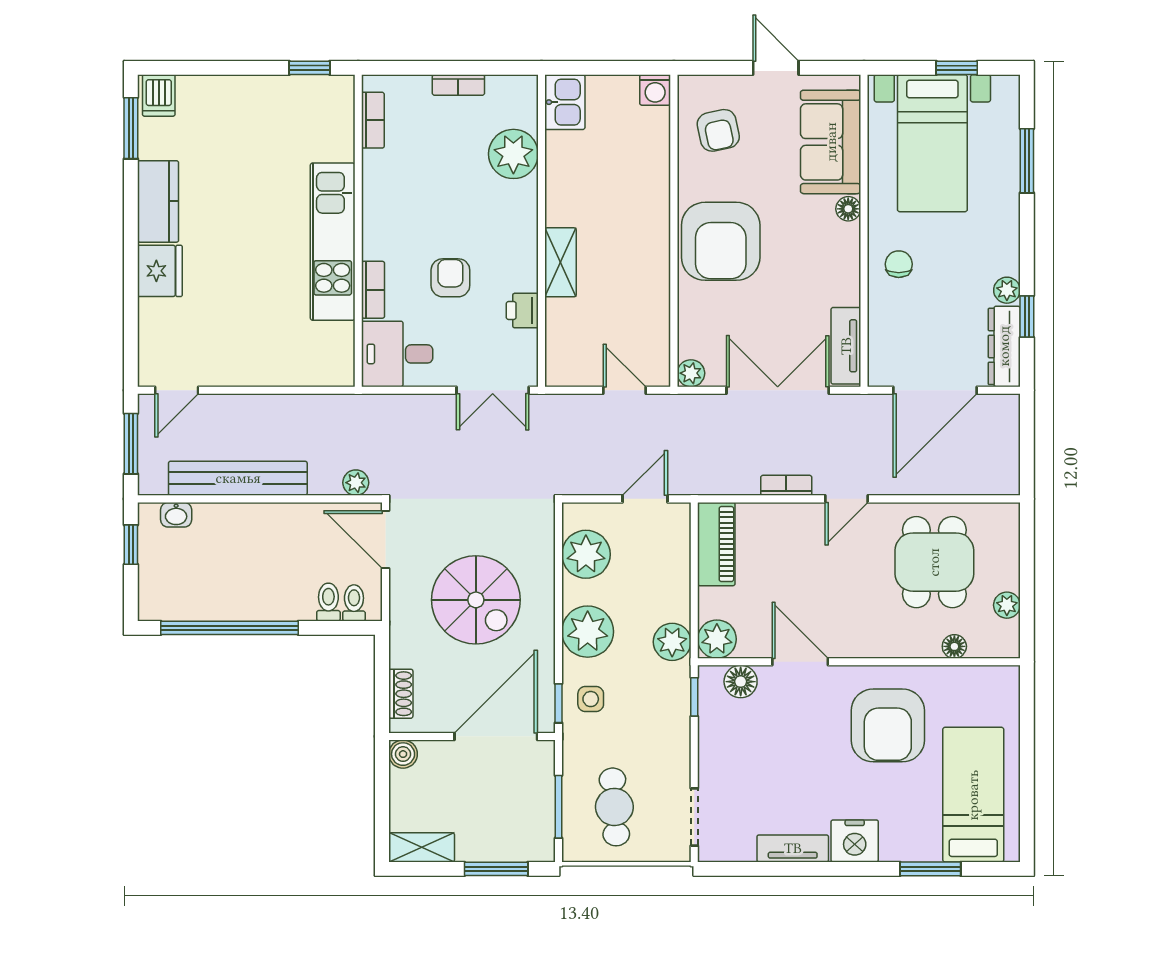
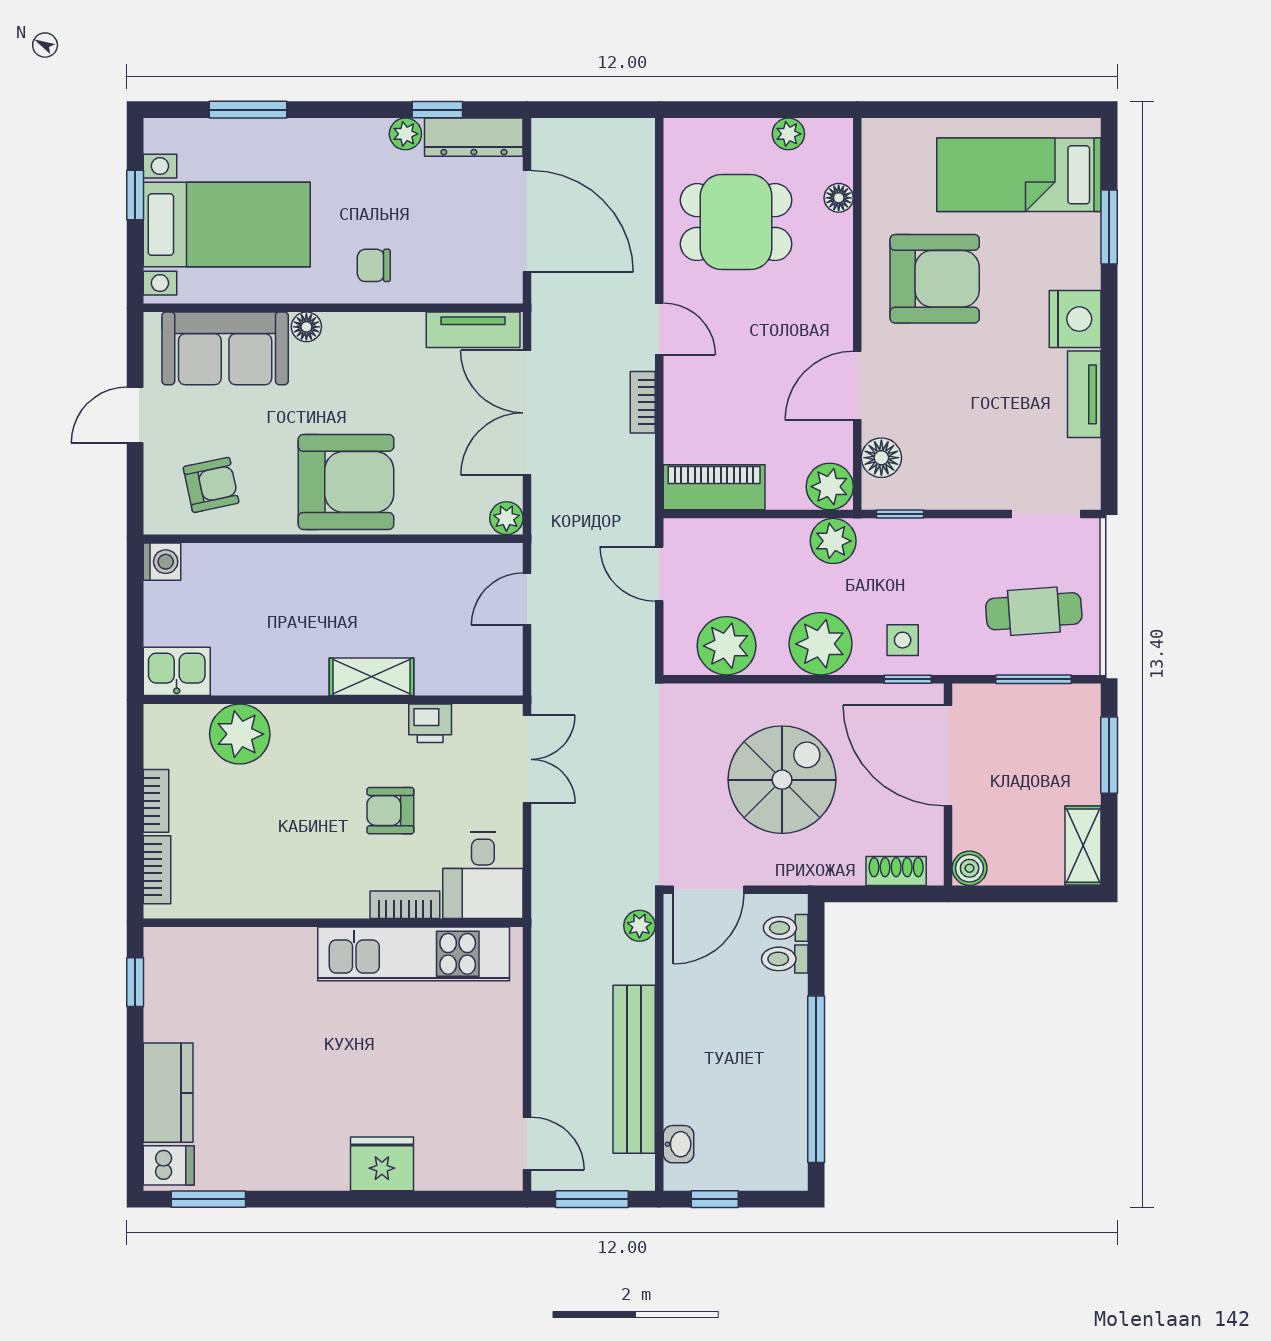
bookcase: (373, 120) -> (157, 870), moved, turned 90
kitchen counter: (158, 201) -> (168, 1093), moved, turned 90
kitchen unit: (333, 242) -> (414, 954), moved

